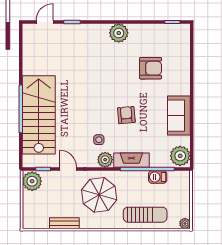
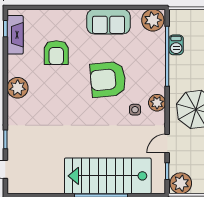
armchair: (151, 68) -> (56, 53), turned 180
armchair: (126, 115) -> (108, 79), width x1.88, depth x1.88
fireplace: (131, 160) -> (15, 35), moved, turned 180

